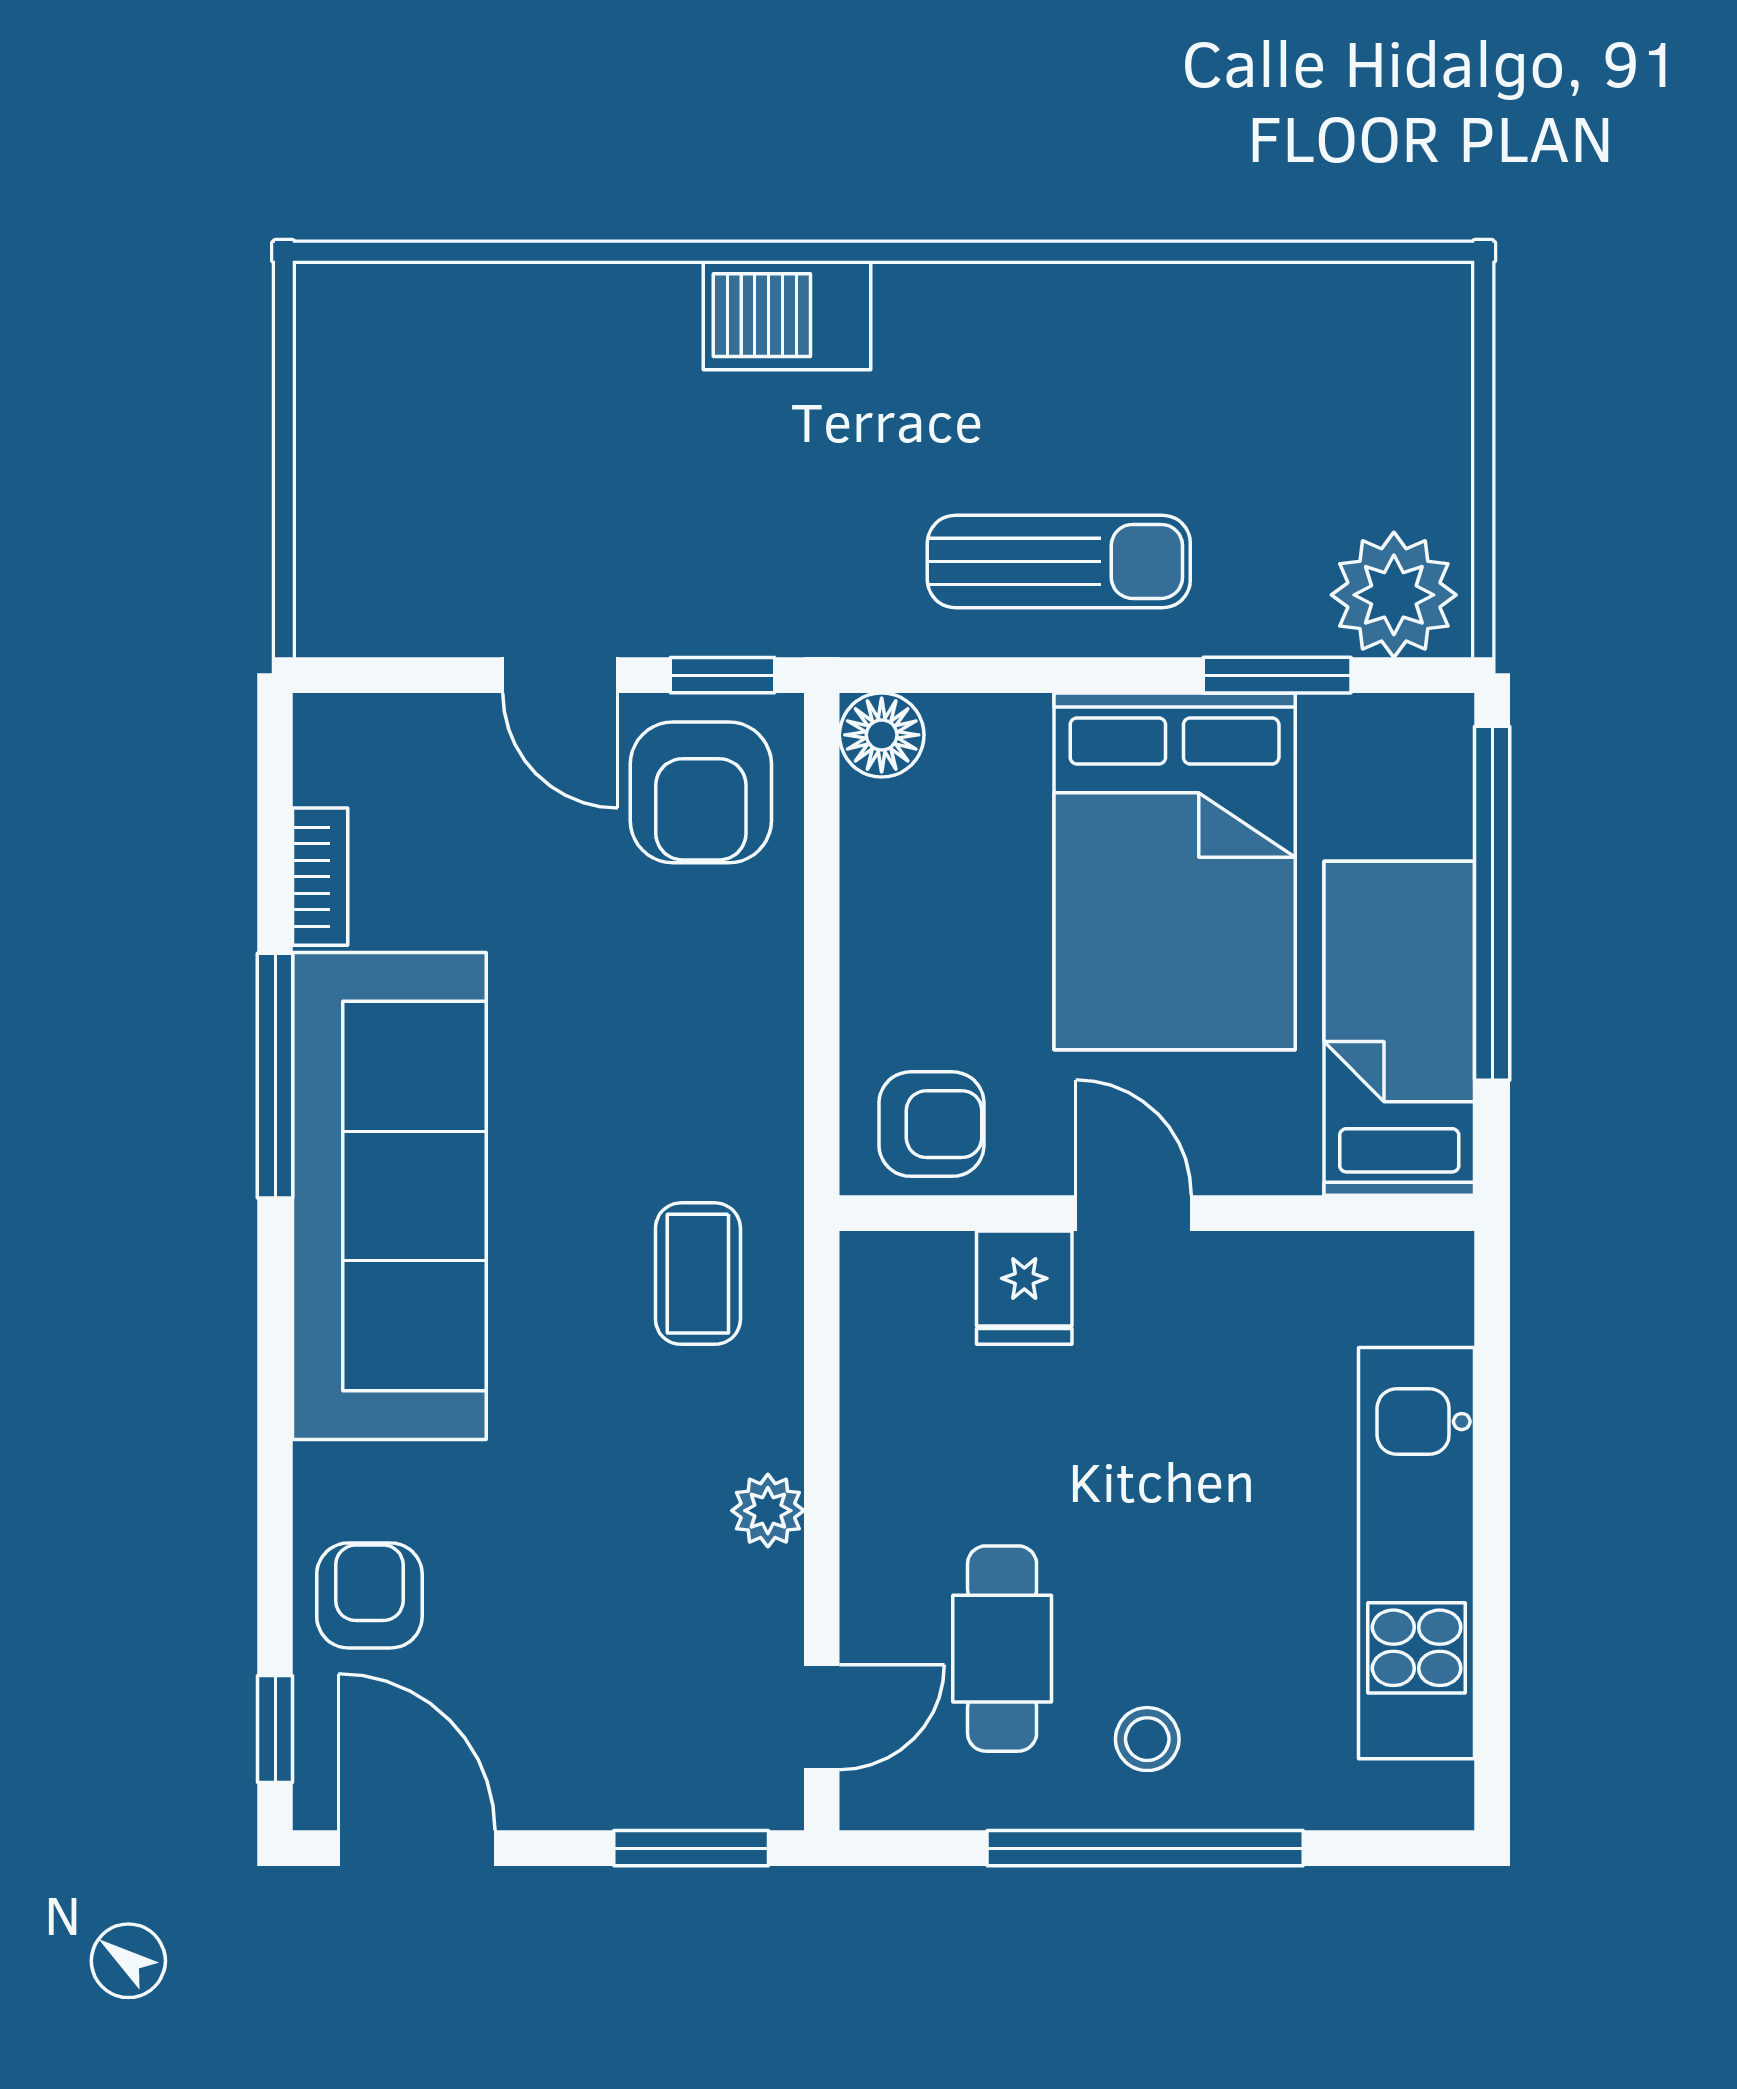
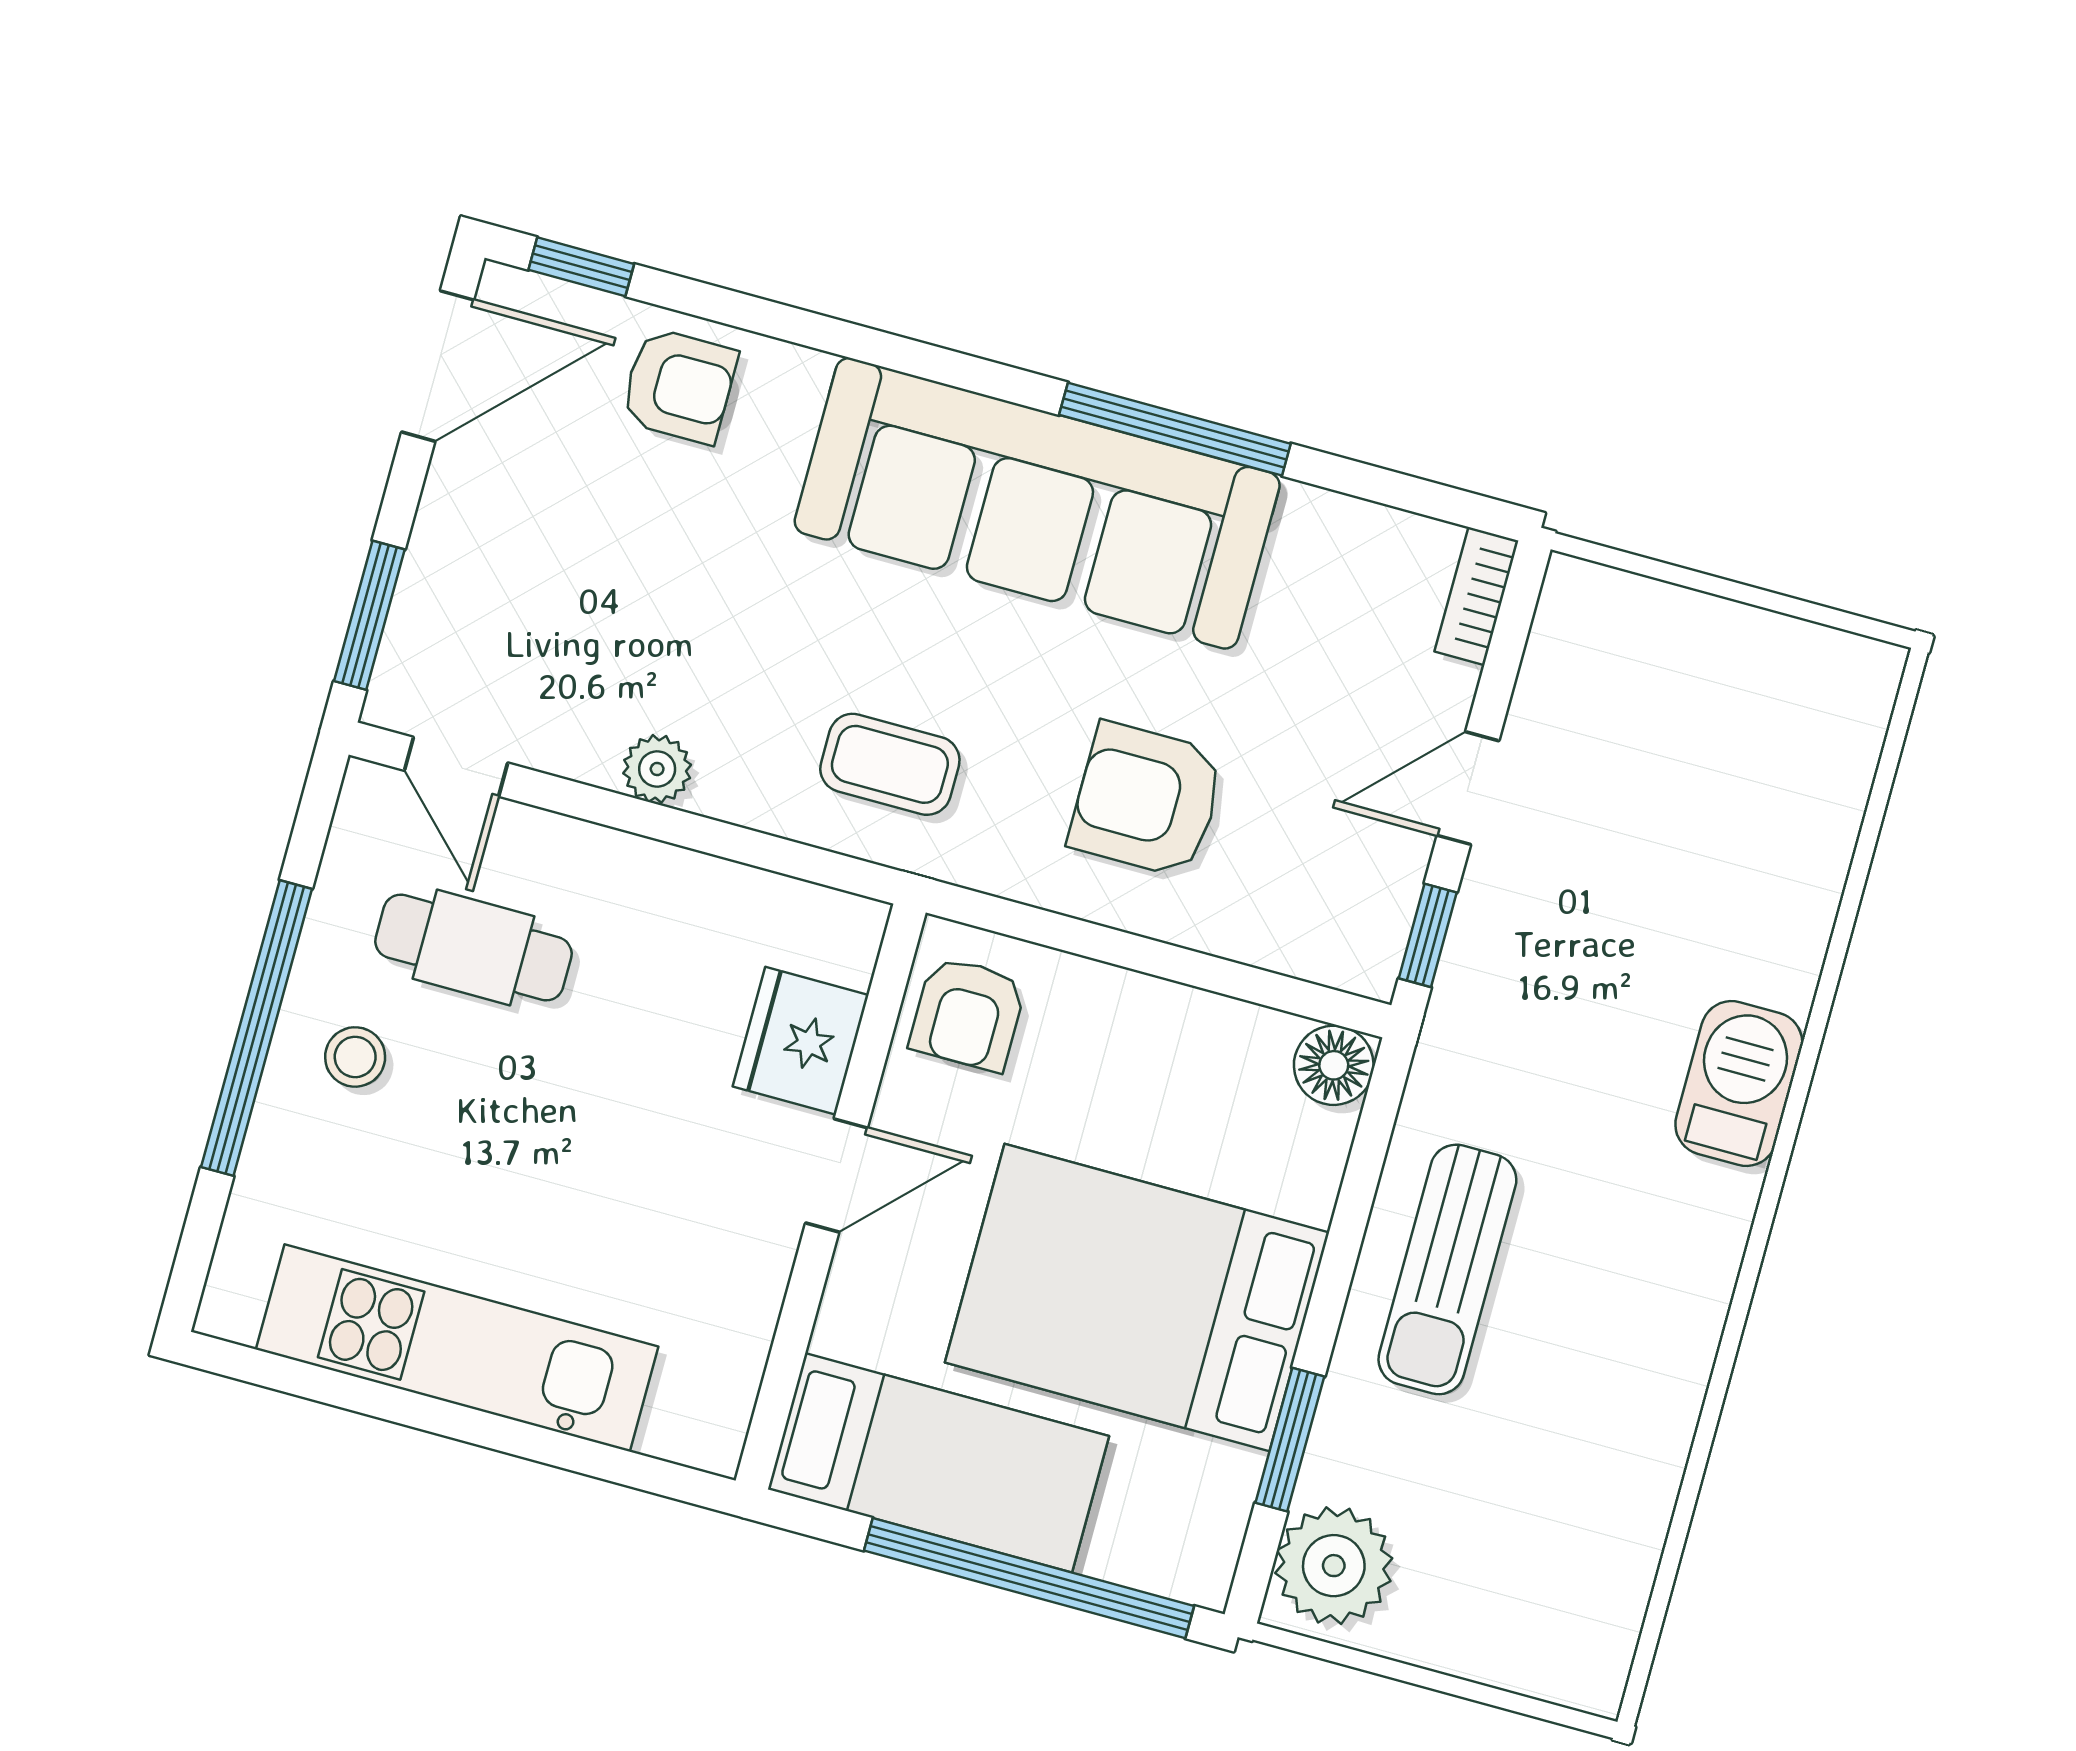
armchair: (701, 792) -> (1147, 800), moved
bookcase: (320, 877) -> (1477, 596), moved, turned 90
fridge: (1024, 1288) -> (801, 1041), width x1.38

